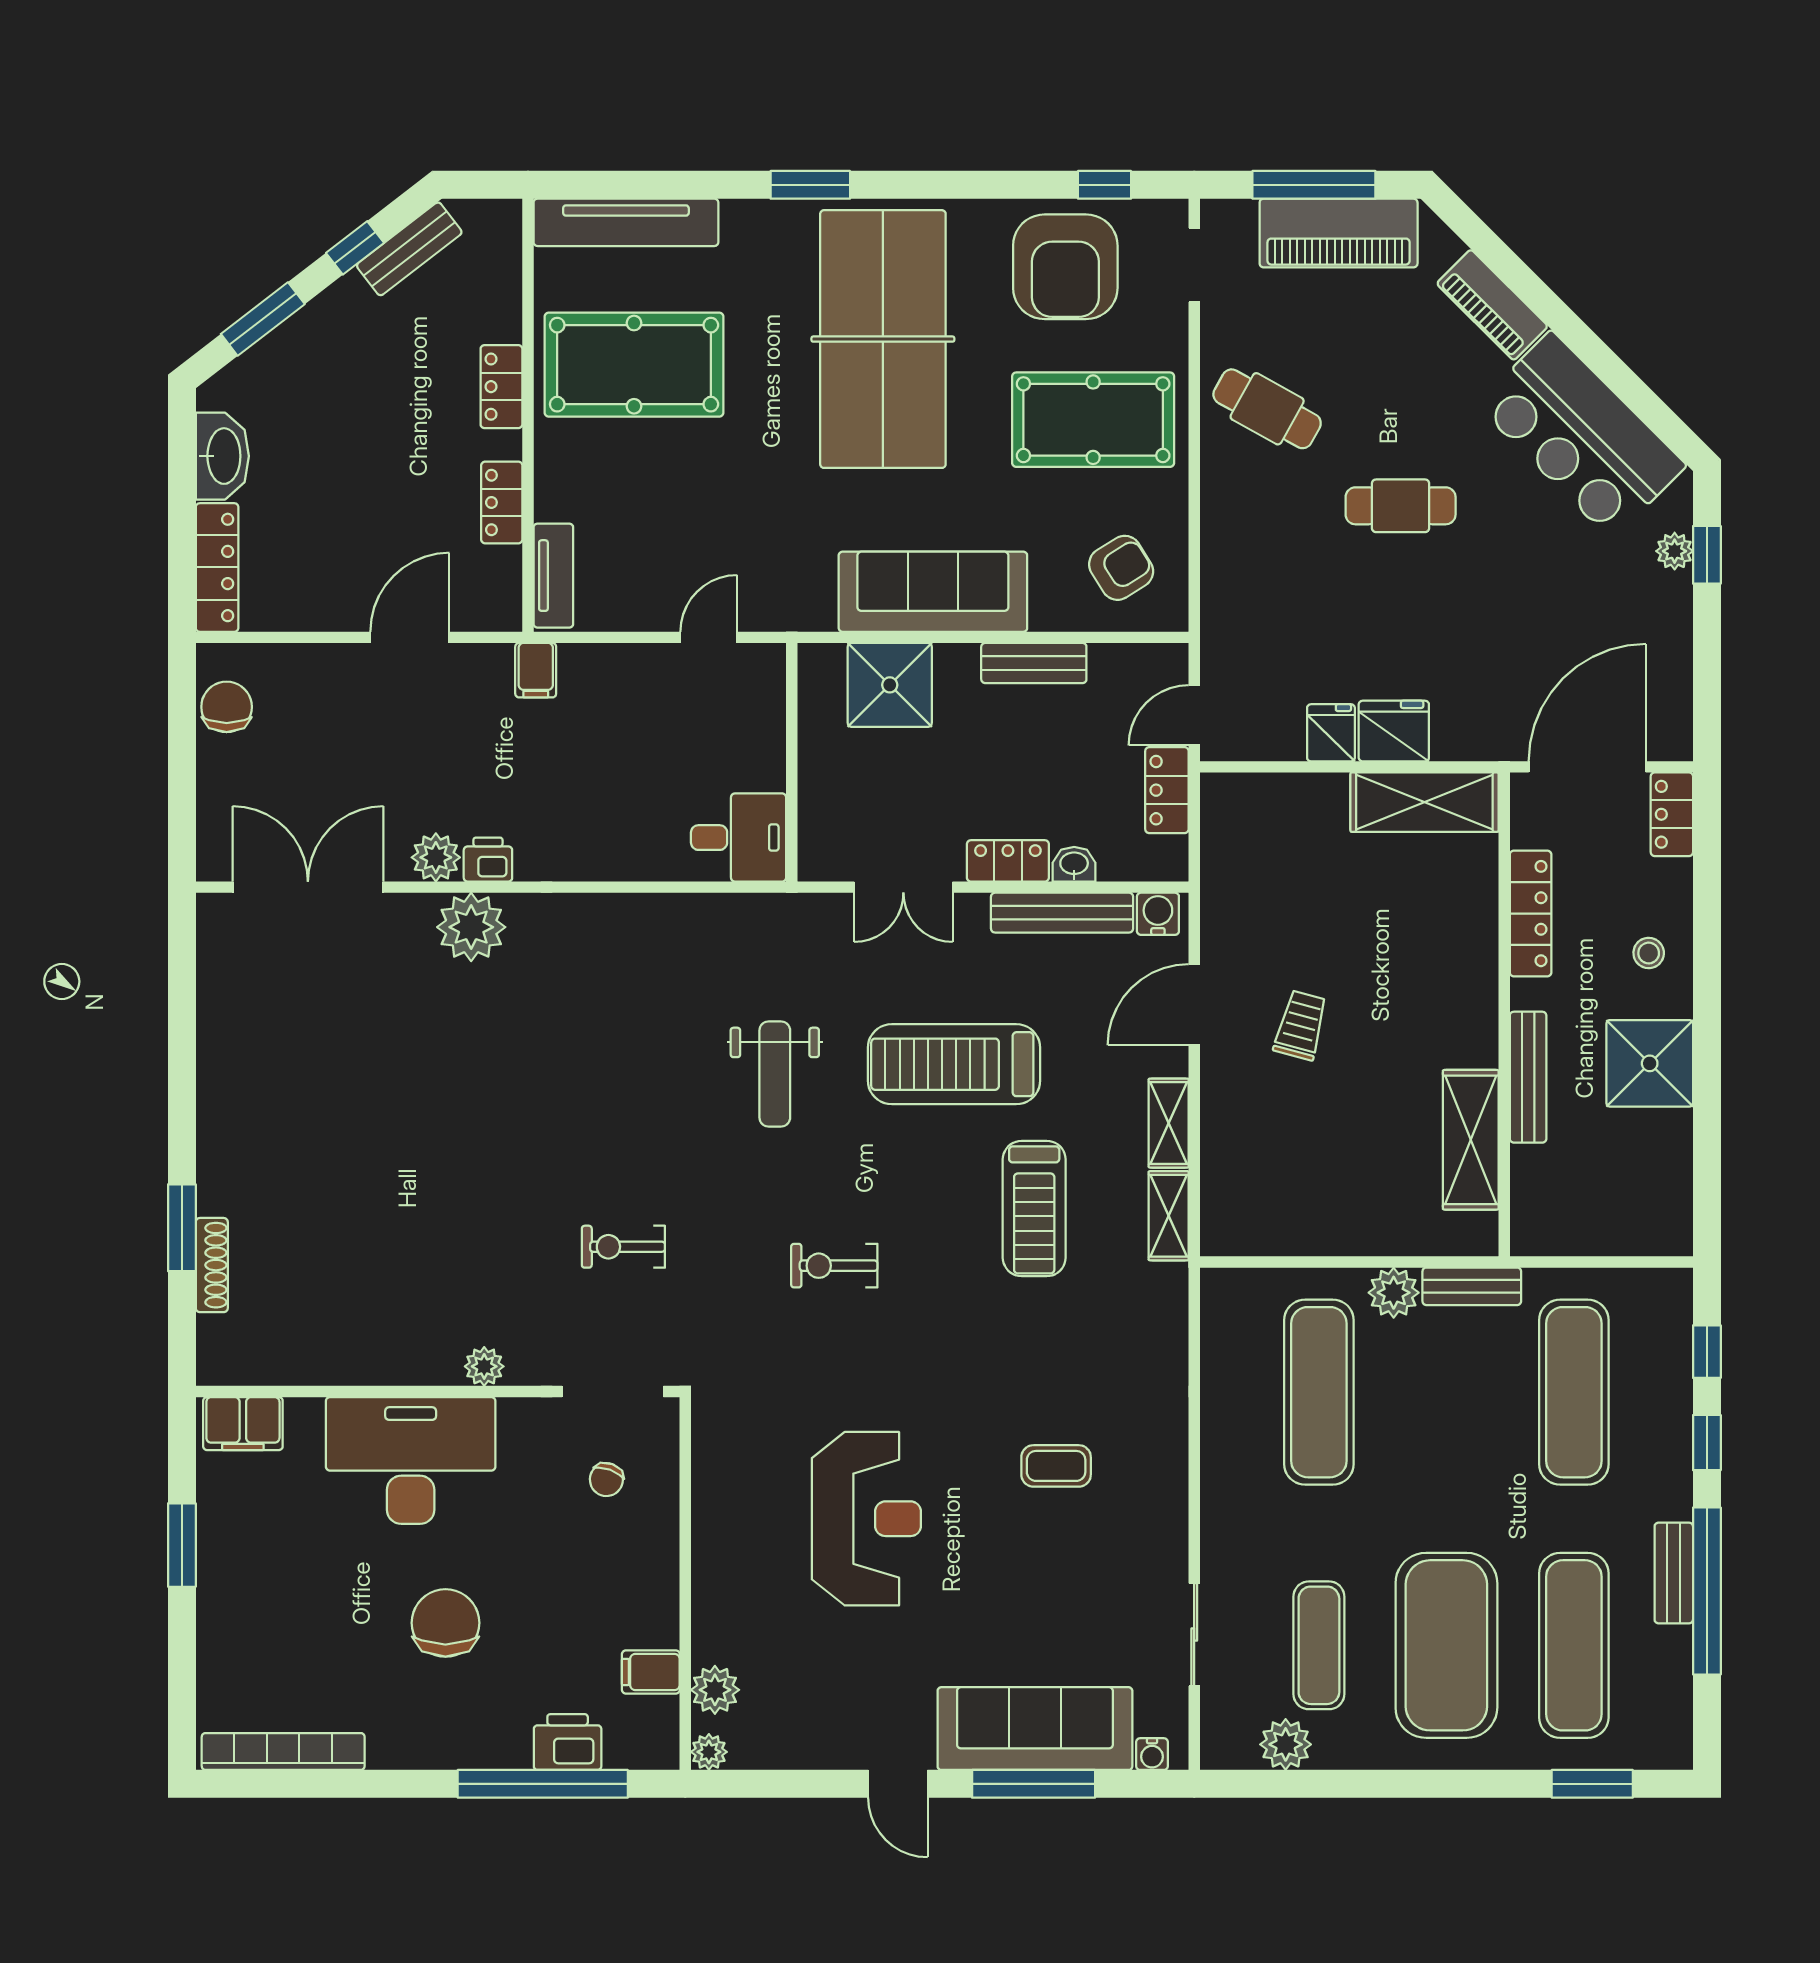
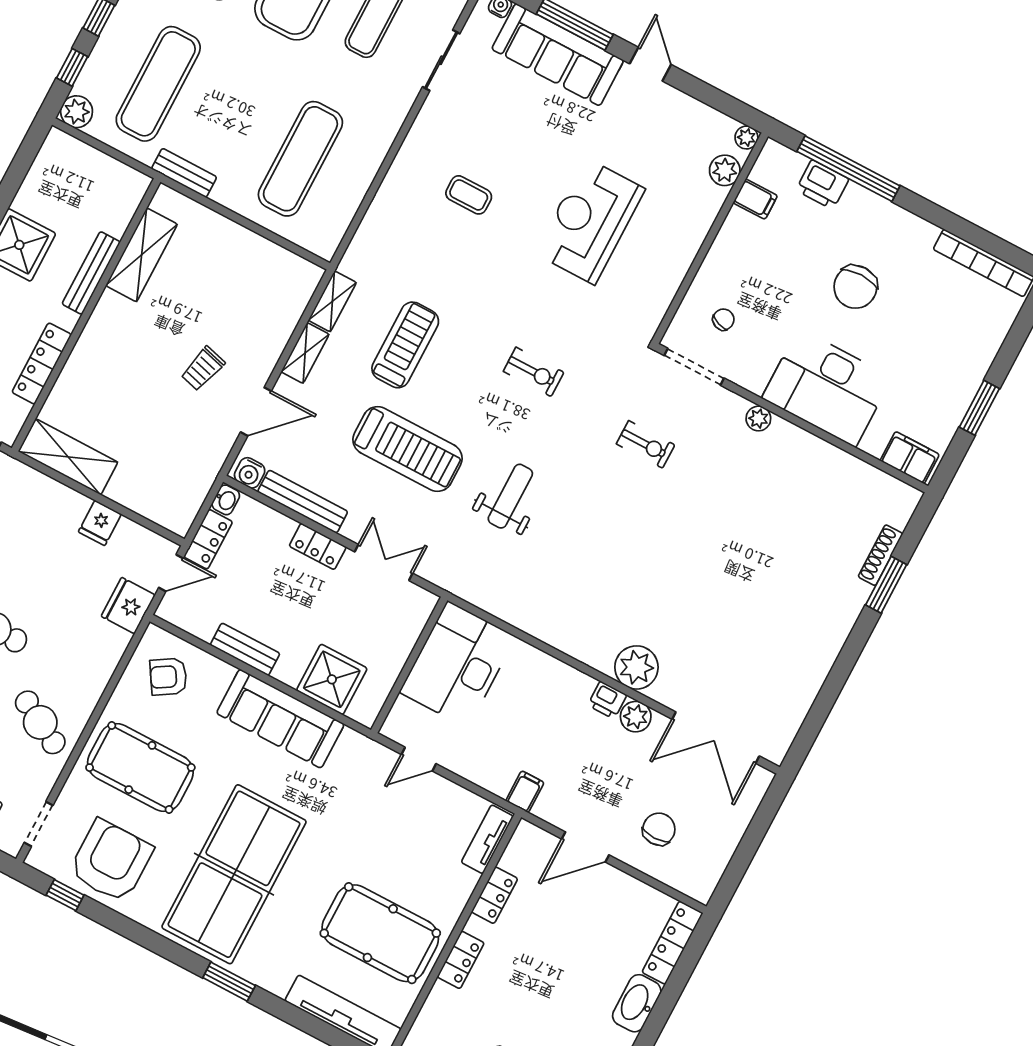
chair: (227, 707) -> (659, 829), moved, turned 180
fridge: (1394, 731) -> (128, 606), moved, turned 90
desk: (739, 838) -> (458, 664), width x1.87, depth x1.30
washbasin: (1074, 864) -> (226, 500), moved, turned -90
plant: (1394, 1293) -> (77, 112), moved

